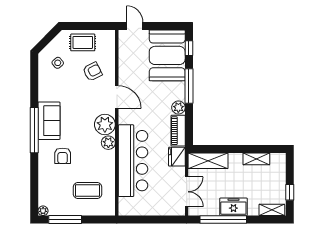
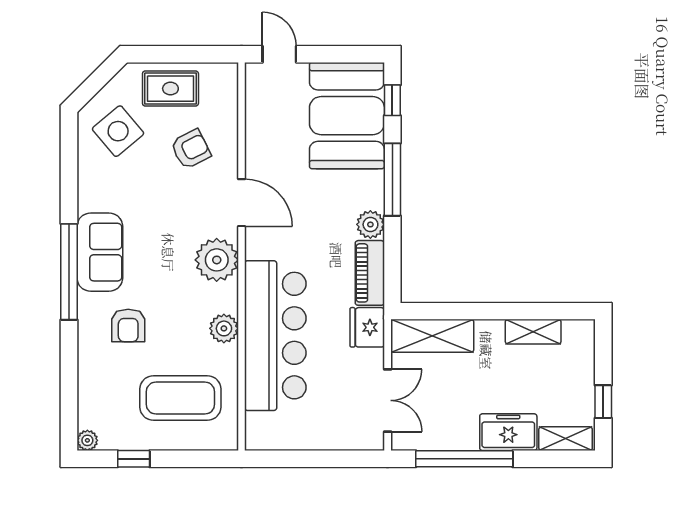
side table: (58, 63) -> (118, 131), width x1.87, depth x1.87
plant: (108, 143) -> (224, 328), moved
coffee table: (88, 191) -> (180, 398), width x1.36, depth x1.32
freezer: (233, 207) -> (508, 432), moved
window: (65, 220) -> (134, 459), width x0.46

